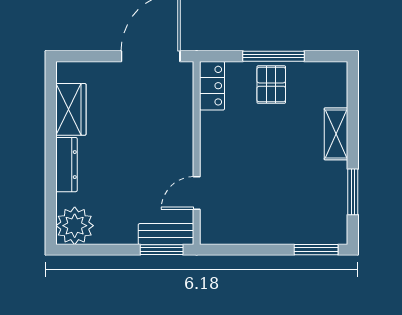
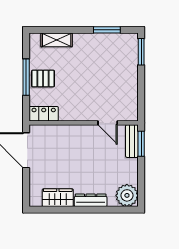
shelving: (336, 134) -> (57, 40), moved

